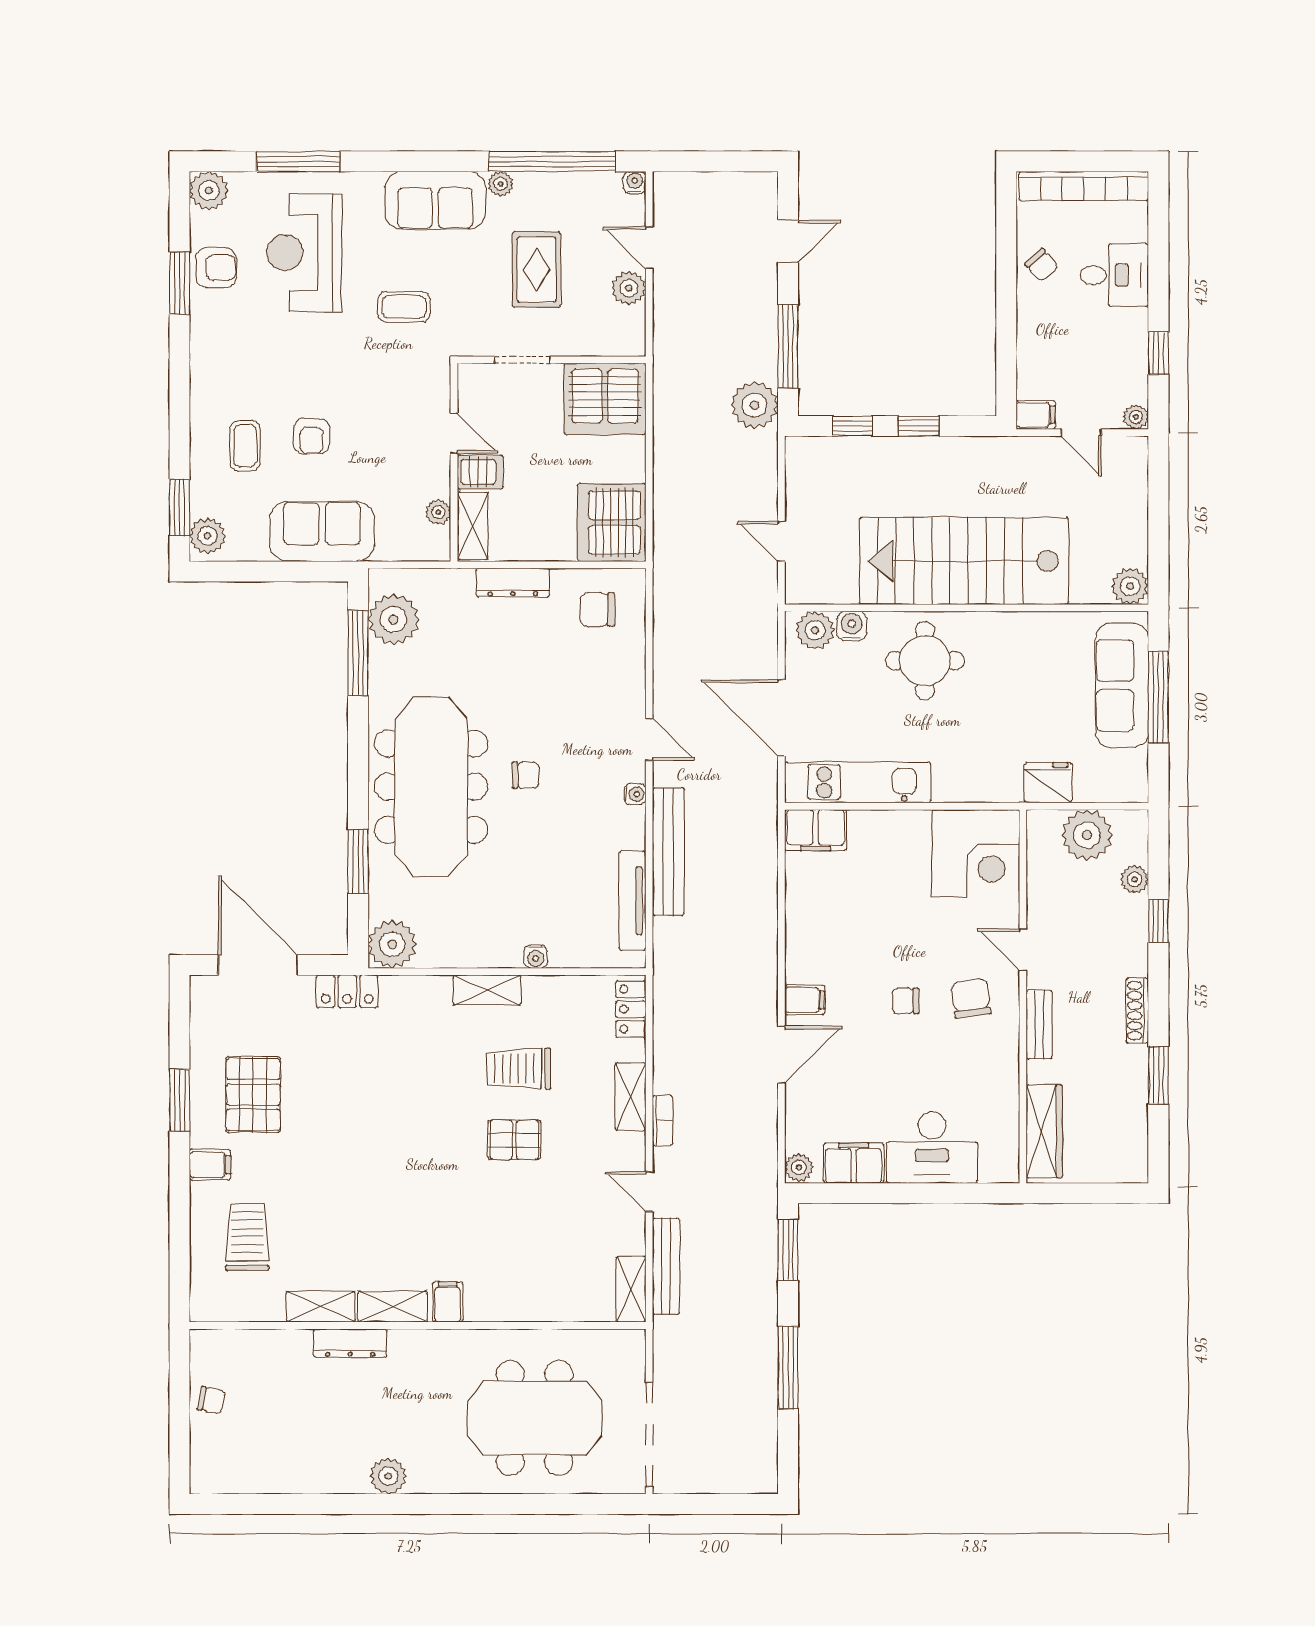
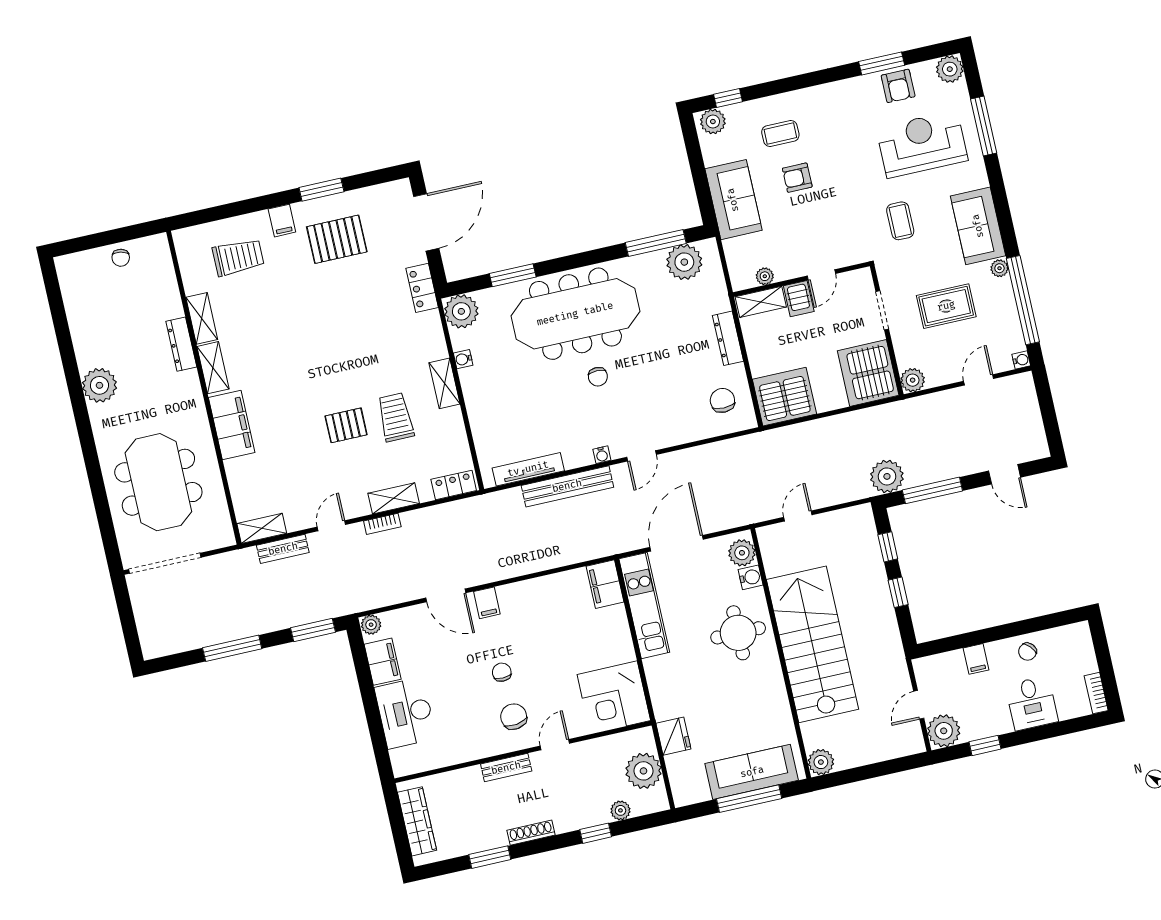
bookcase: (1084, 186) -> (1096, 693), width x0.43, depth x0.76
plant: (629, 288) -> (913, 380), moved
filing cabinet: (1036, 415) -> (976, 659), moved
plant: (1136, 417) -> (944, 731), width x1.87, depth x1.87
window: (180, 507) -> (728, 98), width x0.67
water cooler: (536, 957) -> (463, 359), moved
chair: (971, 998) -> (514, 717), turned -91
wardrobe: (1044, 1131) -> (417, 821), moved, turned -90
pallet: (514, 1140) -> (346, 425), turned 90
bench: (666, 1266) -> (283, 549), width x0.73
filing cabinet: (448, 1302) -> (232, 425), width x3.00, depth x1.17
plant: (388, 1476) -> (99, 385), width x1.36, depth x1.36

